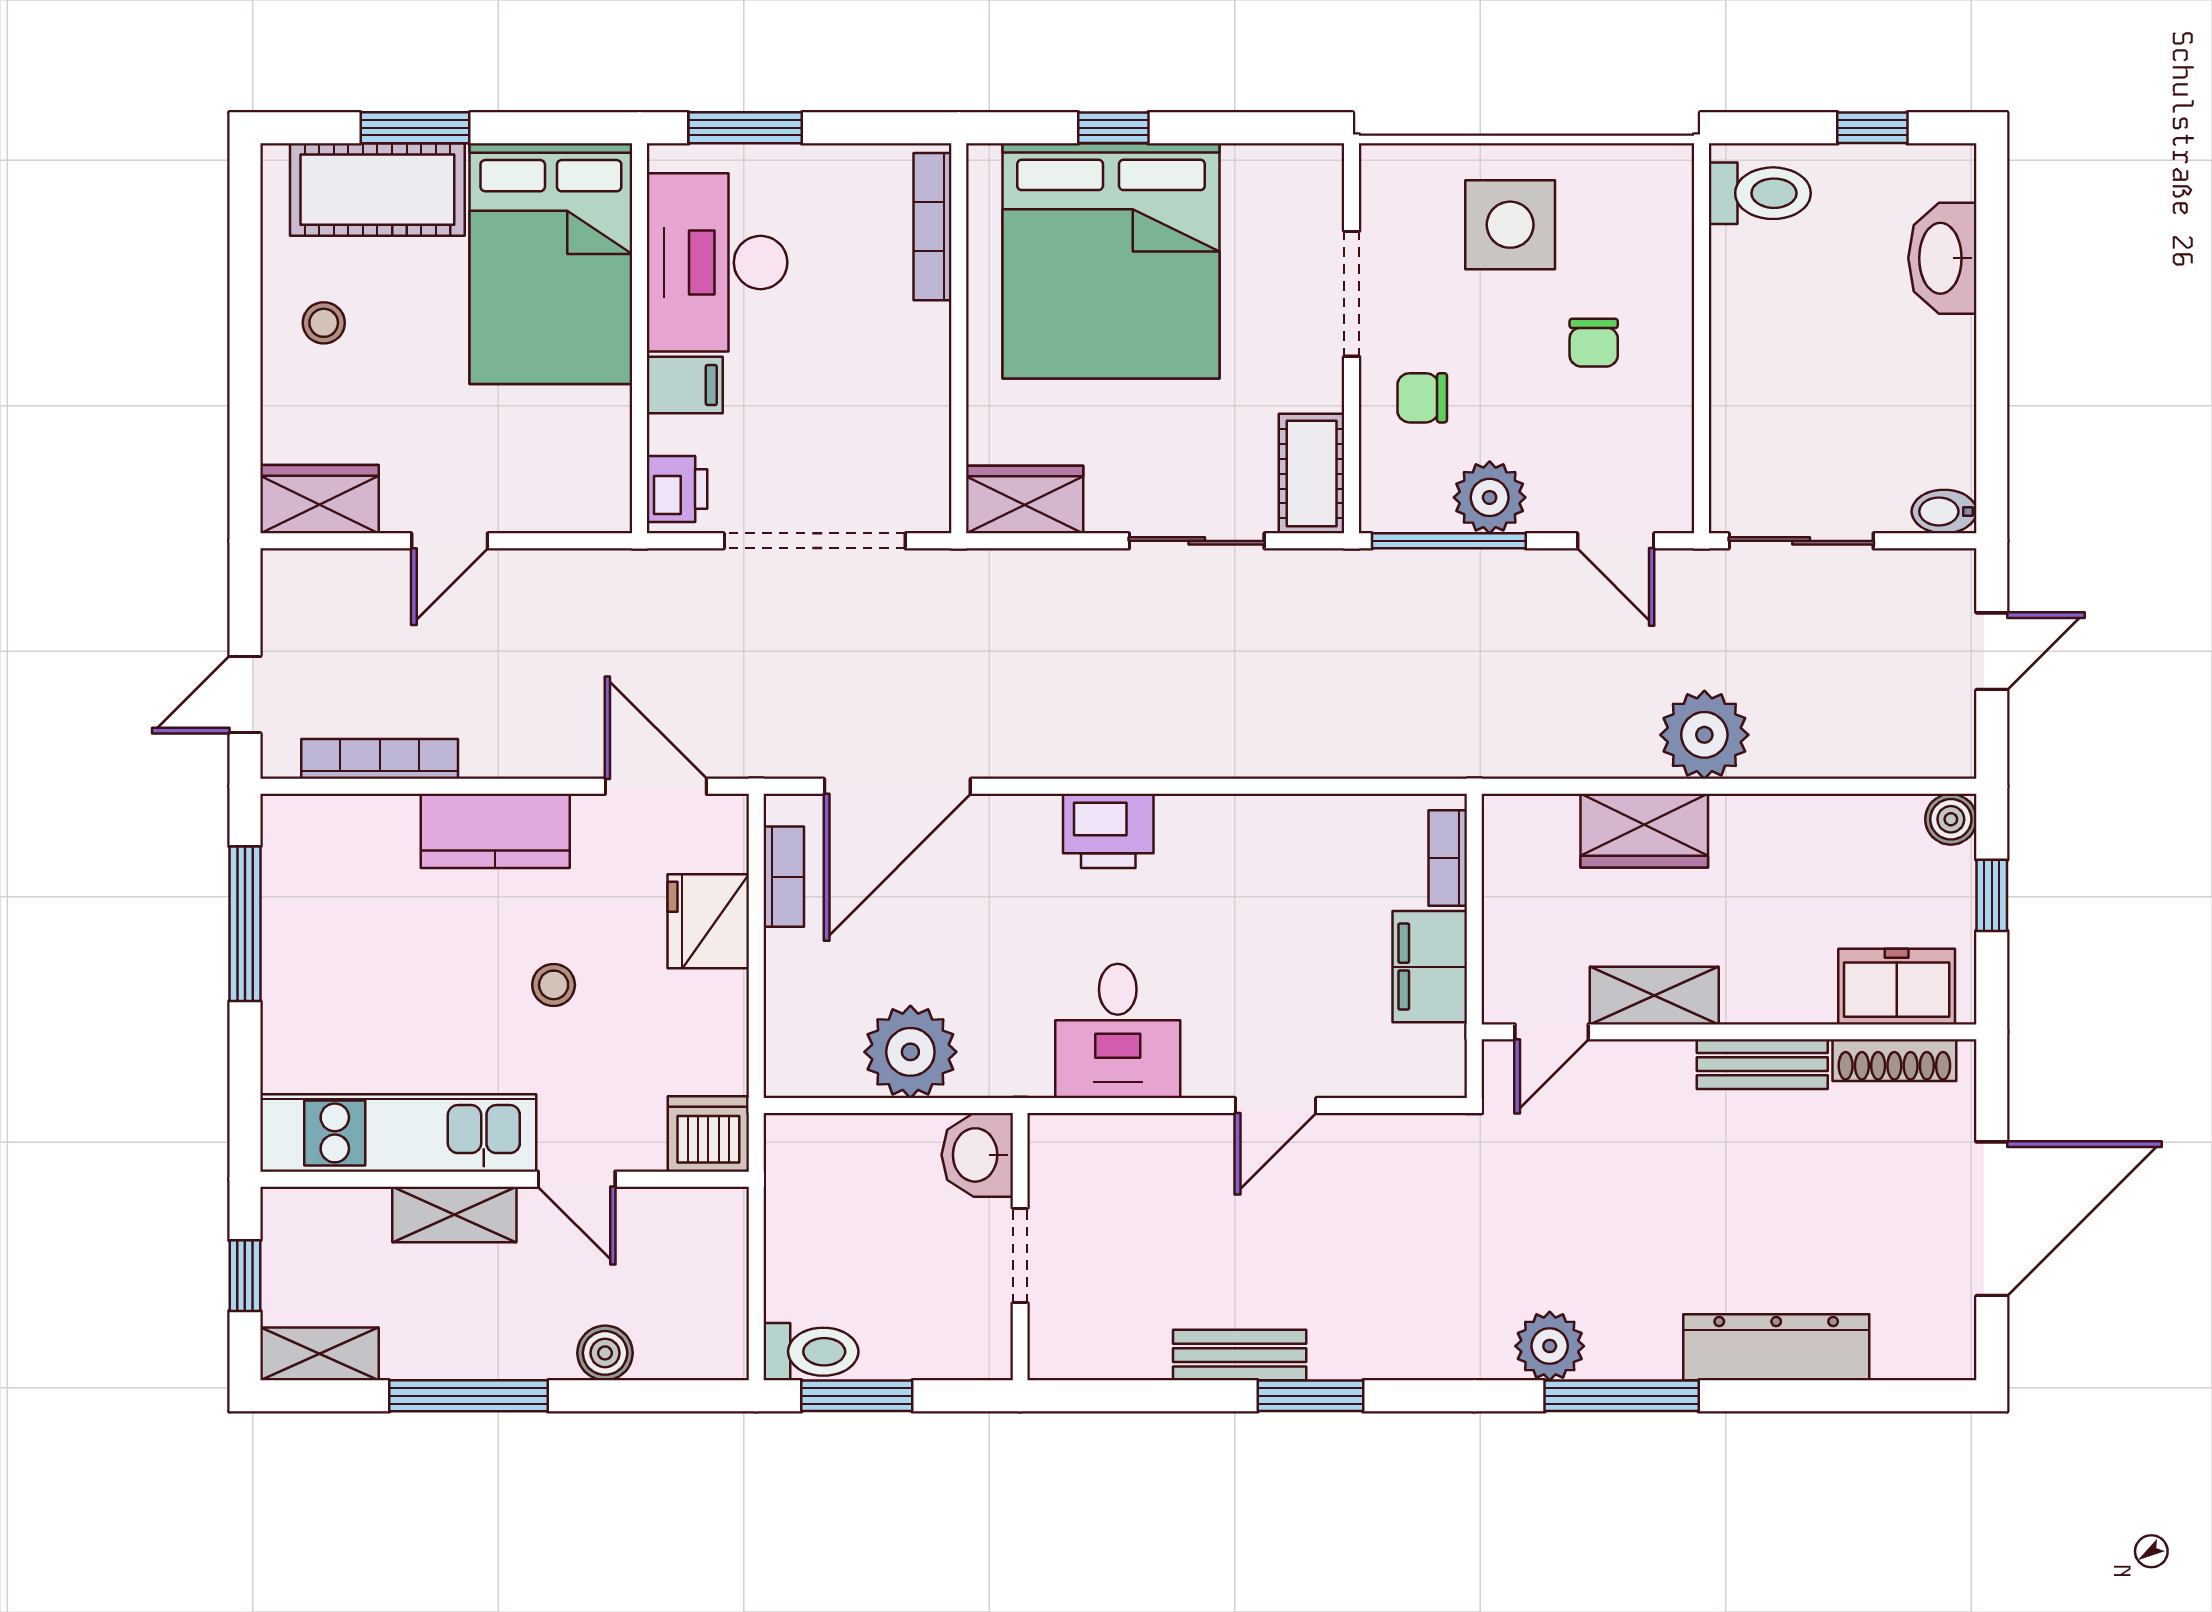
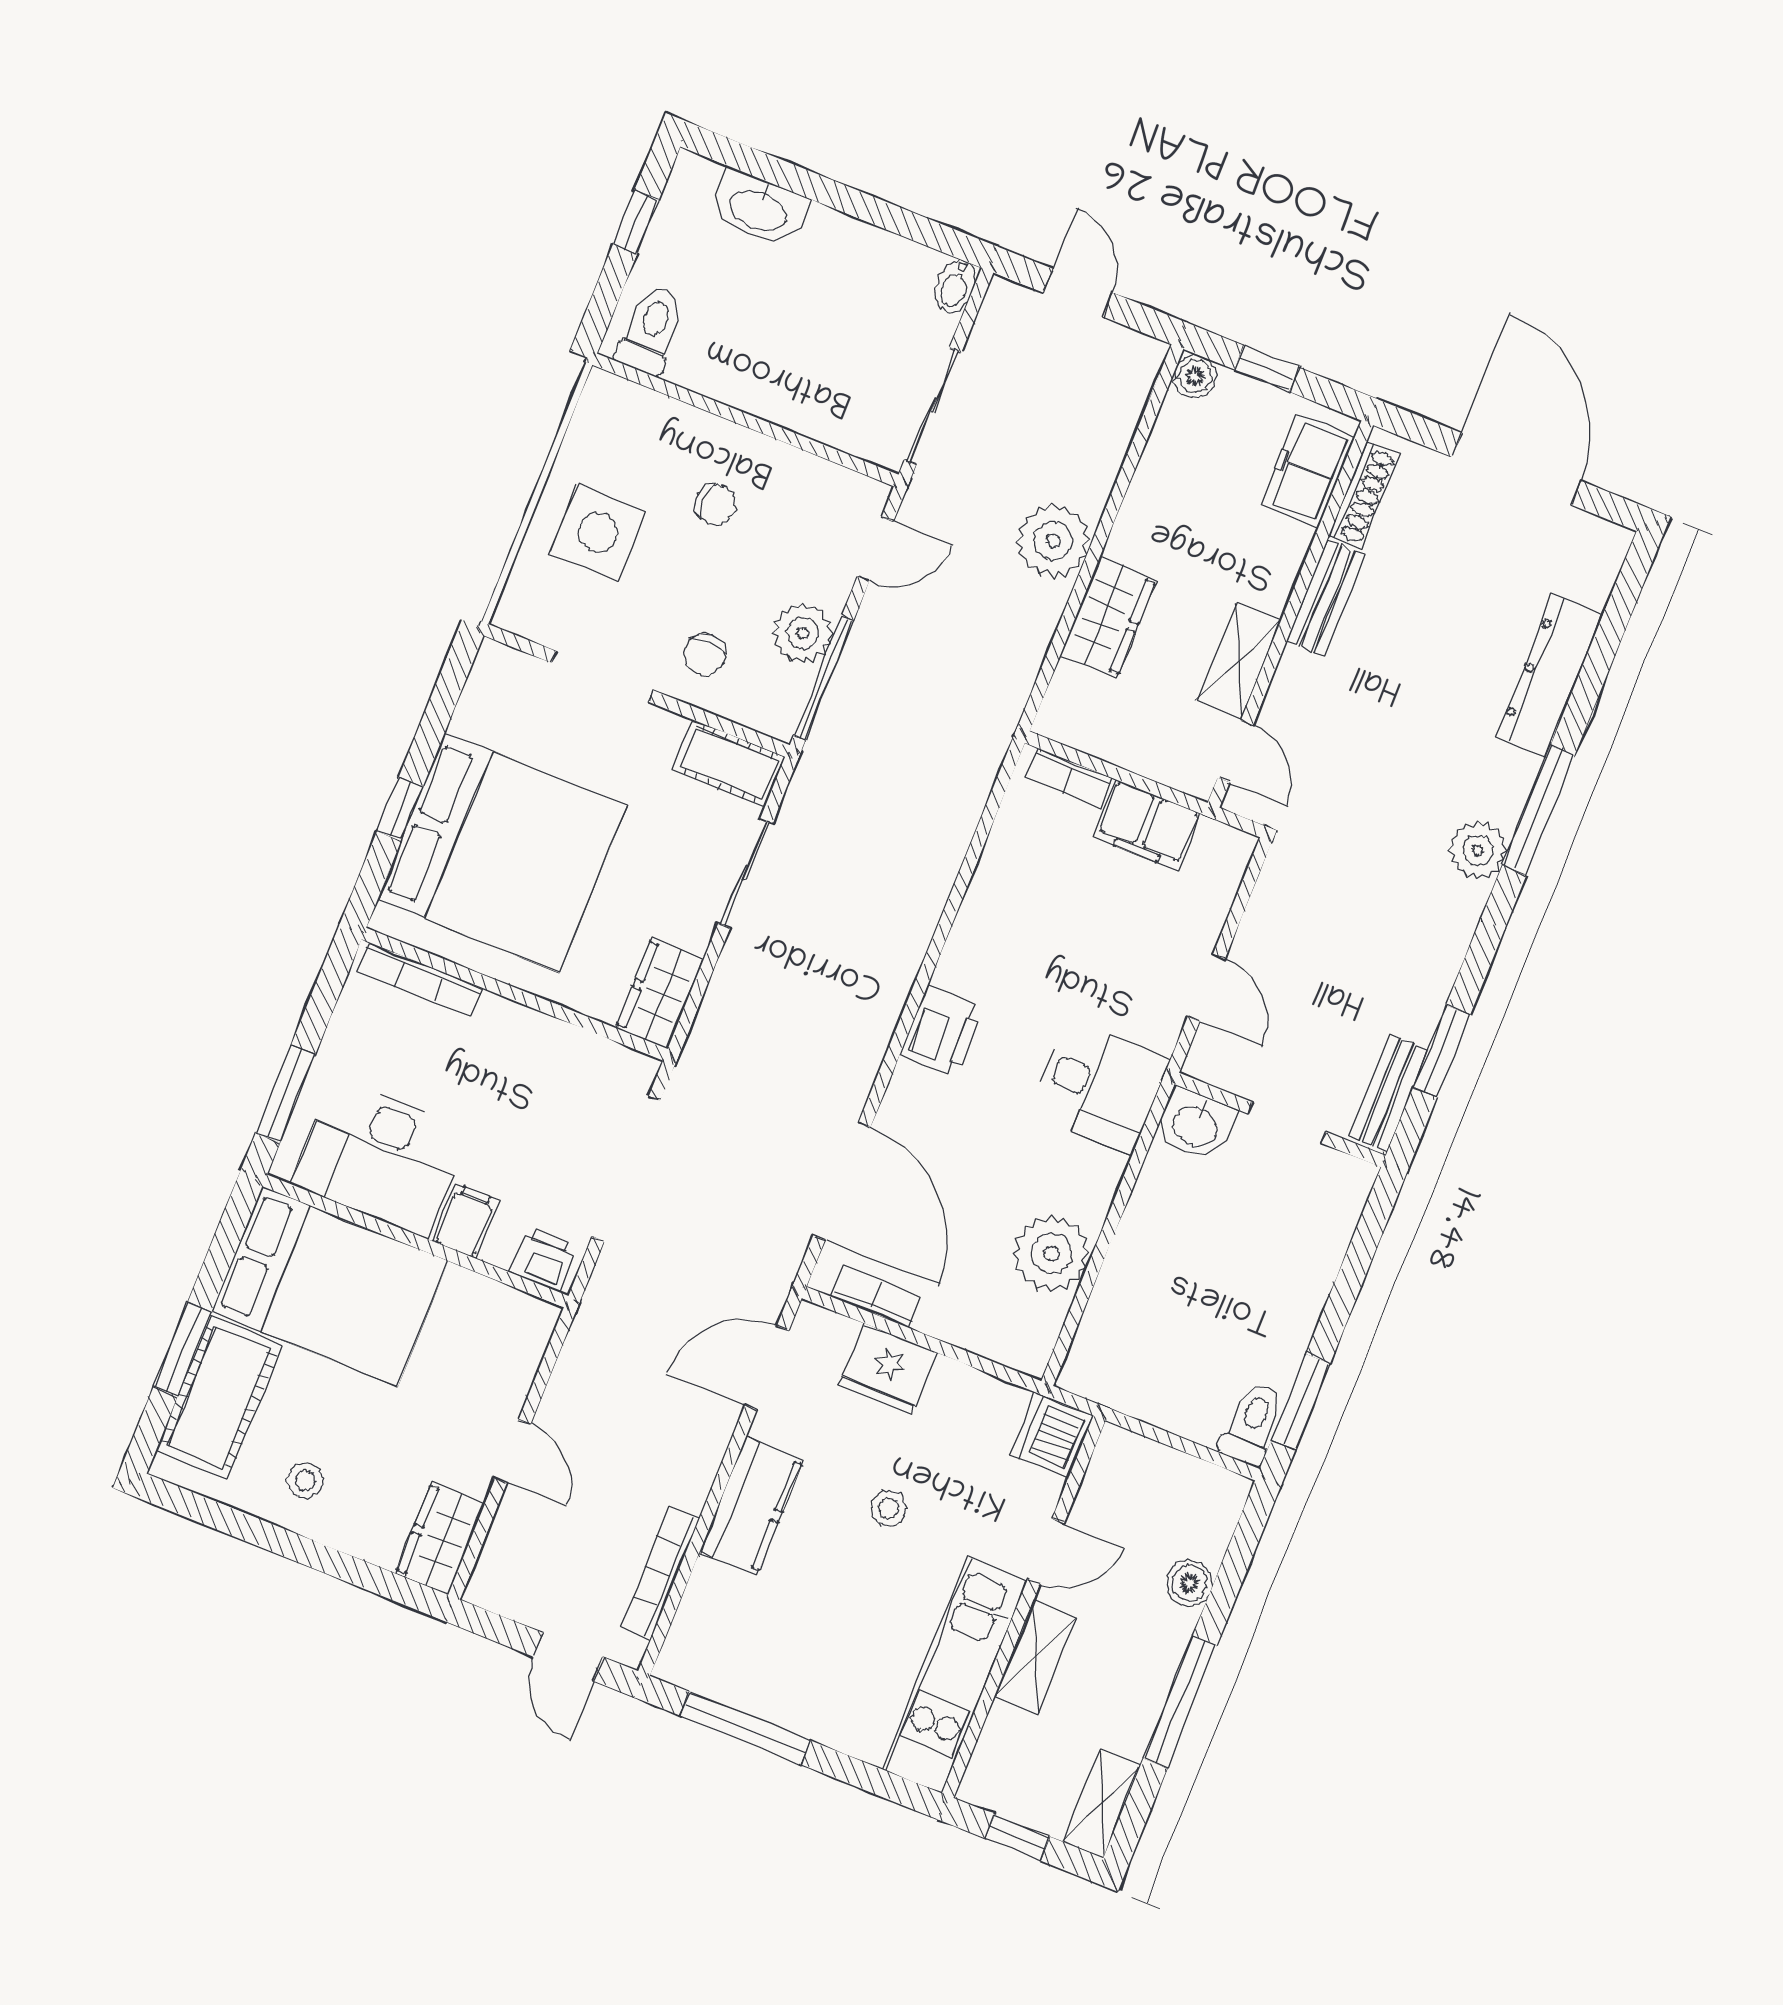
washbasin: (977, 1155) -> (1196, 1125), moved
wall: (1020, 1247) -> (1280, 1120), moved
doorway: (1020, 1255) -> (1287, 1123), moved

